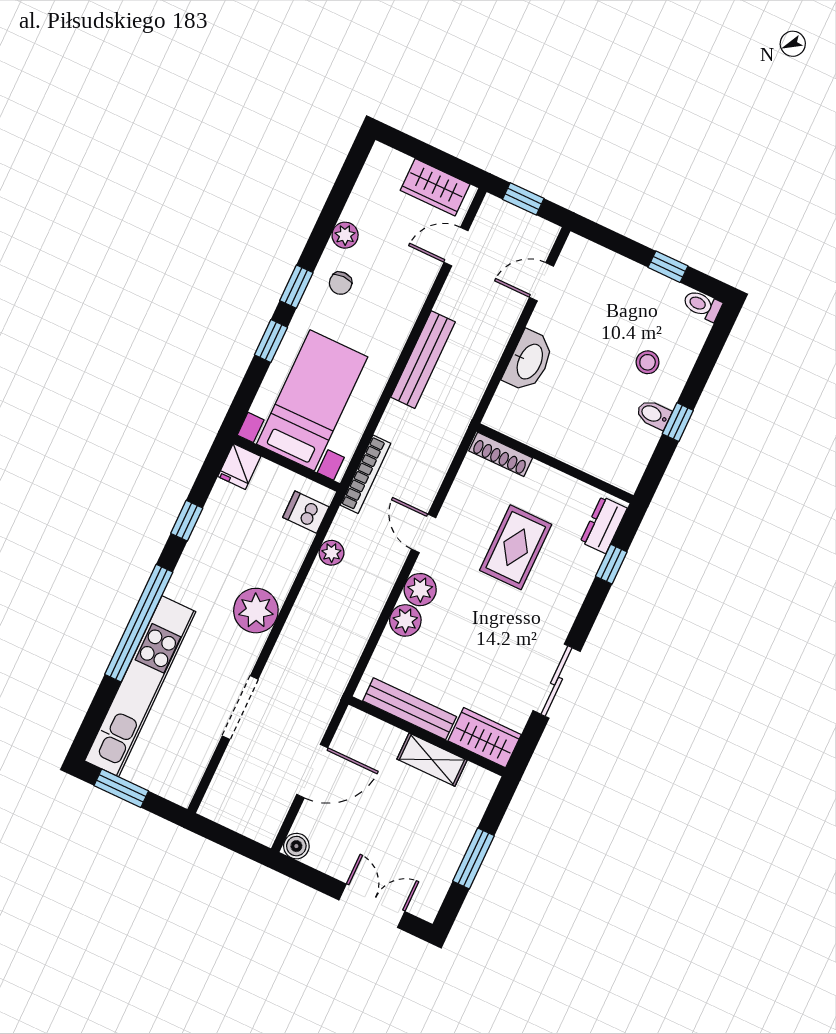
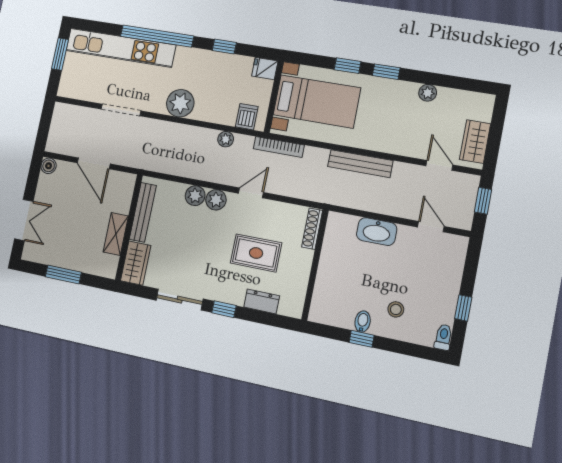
chair: (341, 283) -> (396, 99), removed
dresser: (604, 525) -> (262, 301), moved
window: (611, 564) -> (224, 309), moved

